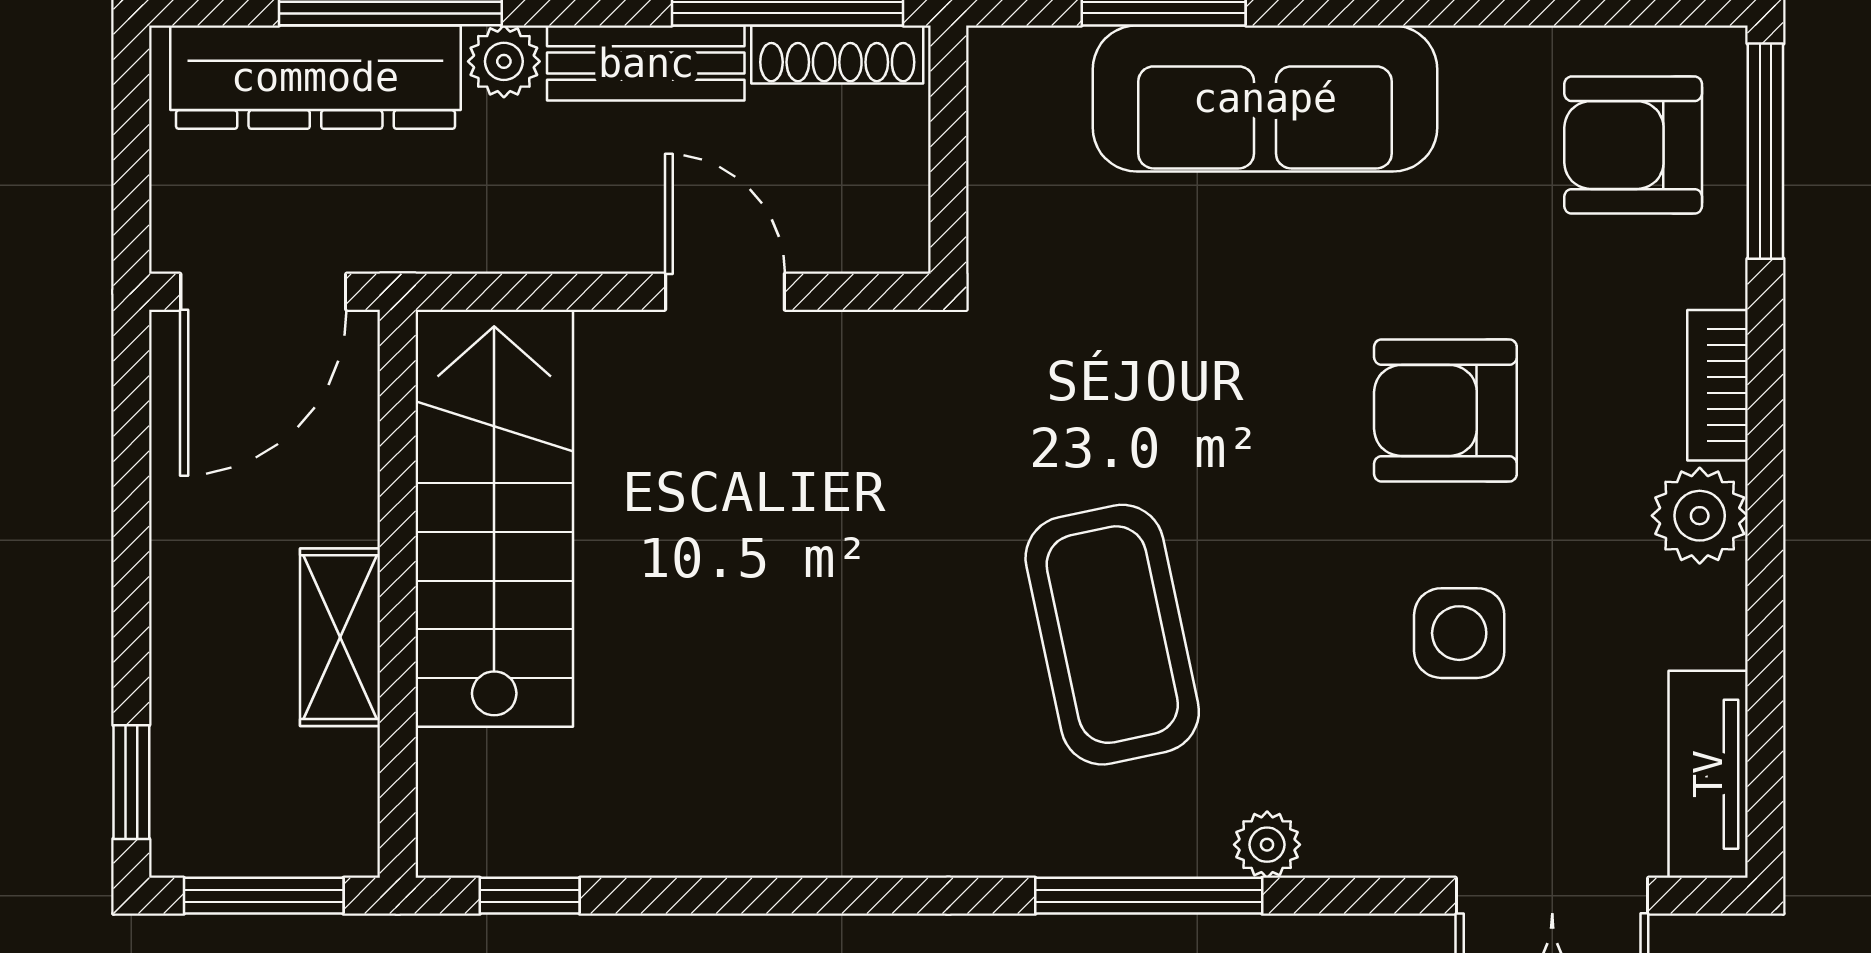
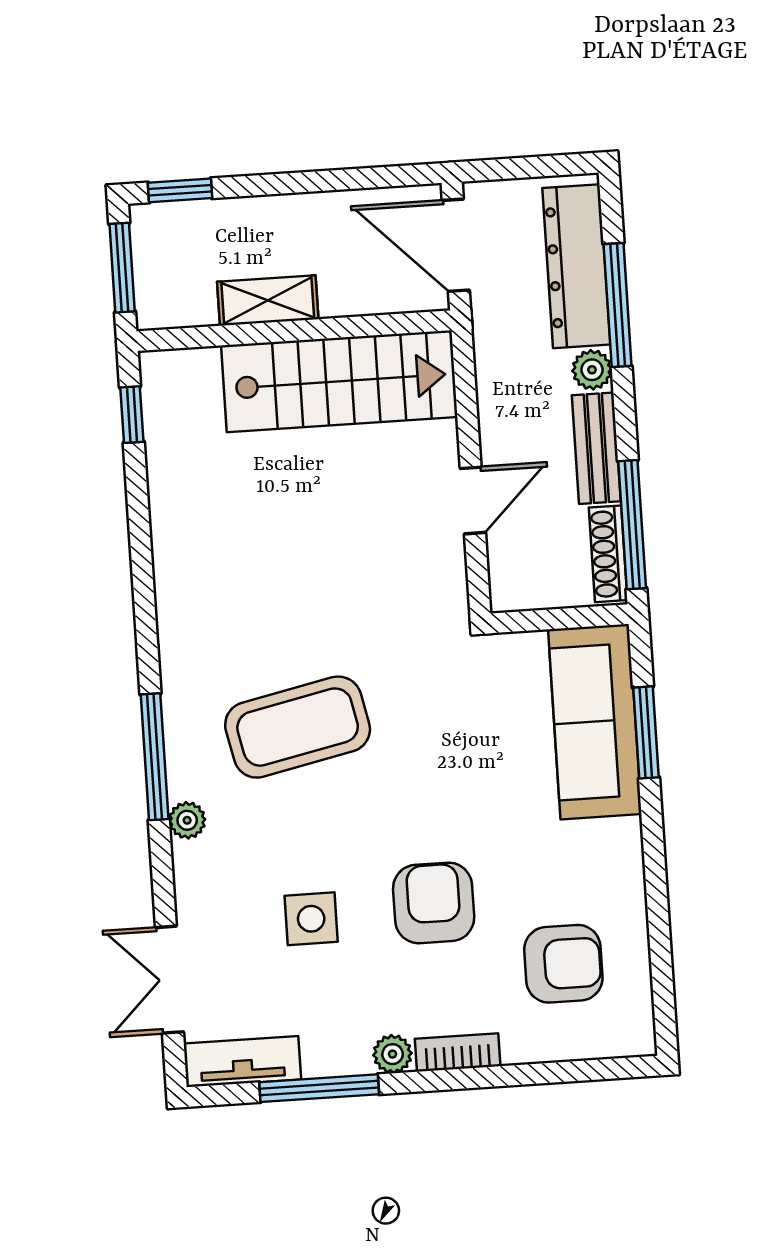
sofa: (1265, 98) -> (595, 722), moved
armchair: (1633, 145) -> (563, 964), moved, turned 90
window: (1765, 151) -> (319, 1088), moved
plant: (1700, 516) -> (393, 1054), width x0.73, depth x0.73

